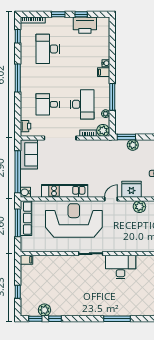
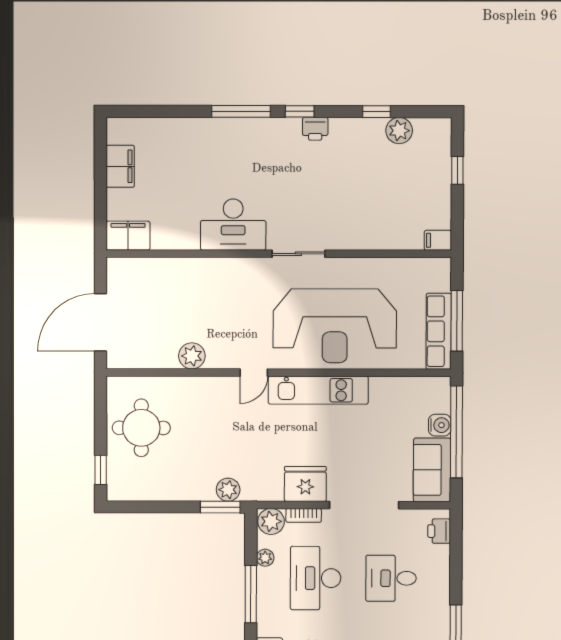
desk: (48, 104) -> (391, 578), turned 180
plant: (133, 145) -> (228, 490), moved
fridge: (131, 189) -> (305, 484), moved, turned 180
kitchen unit: (65, 191) -> (318, 390), moved
water cooler: (25, 192) -> (440, 425), moved
printer: (83, 311) -> (315, 129), added
window: (35, 319) -> (300, 111), moved

